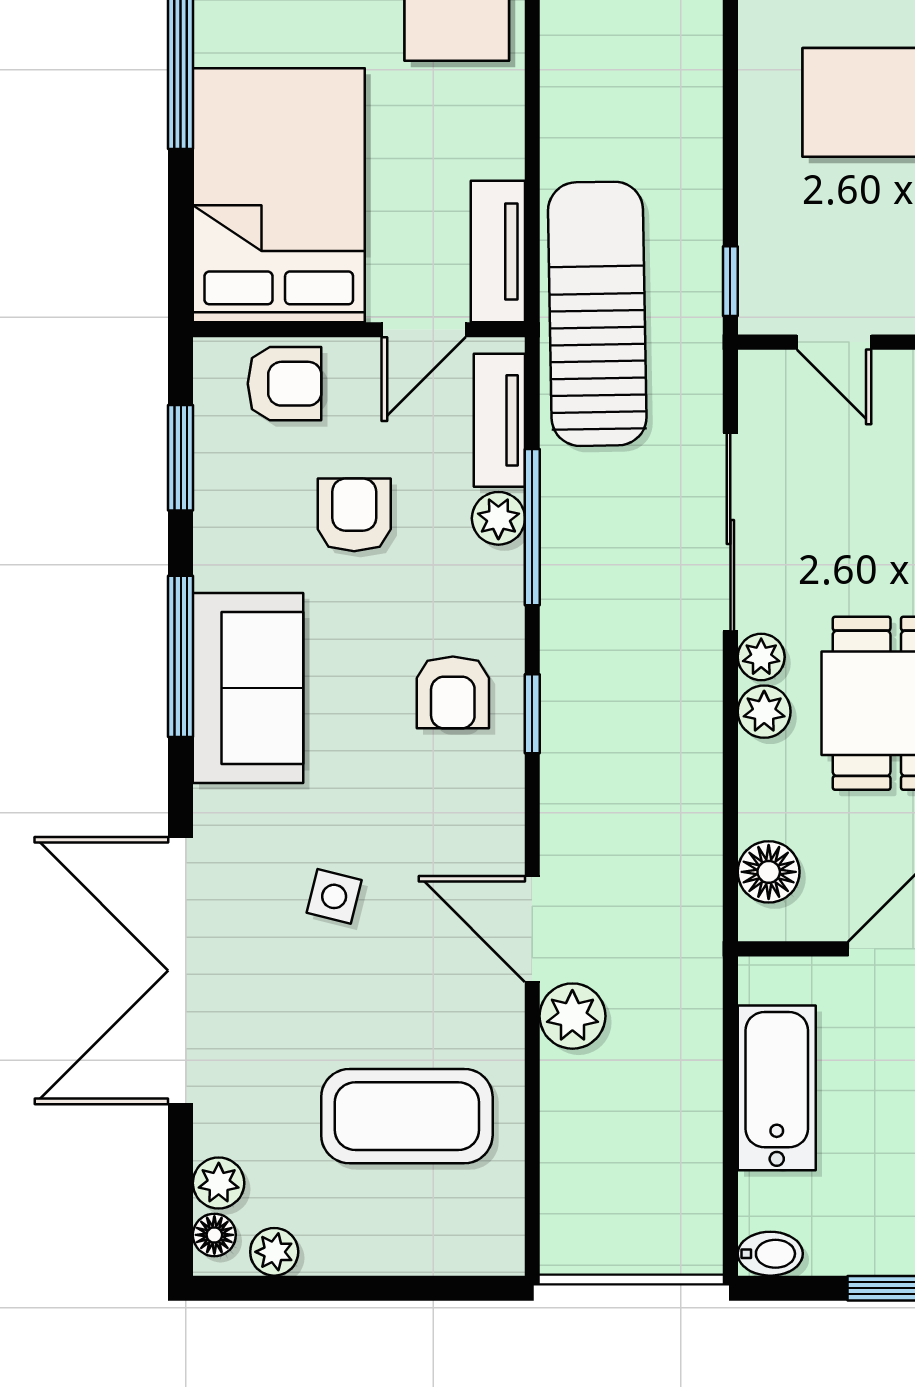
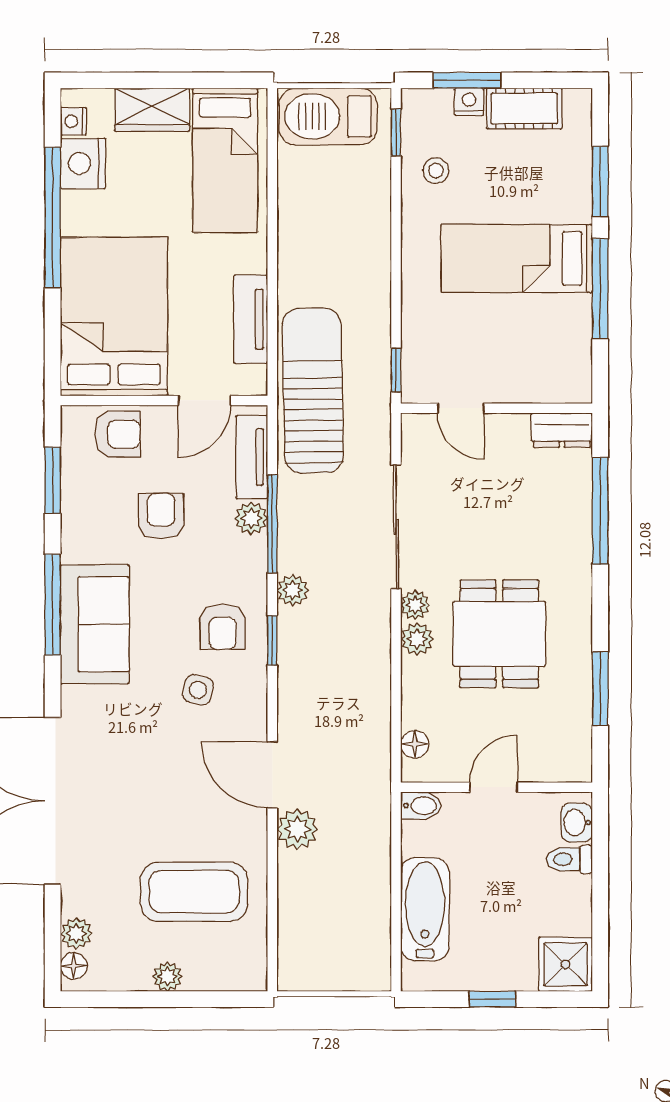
tv unit: (498, 251) -> (251, 319), moved
plant: (565, 634) -> (293, 590), added
floor lamp: (769, 872) -> (415, 744), width x0.73, depth x0.73
side table: (334, 896) -> (198, 690), moved
bathtub: (777, 1088) -> (425, 909), moved
plant: (274, 1252) -> (167, 976), moved
bidet: (770, 1254) -> (421, 806), moved

